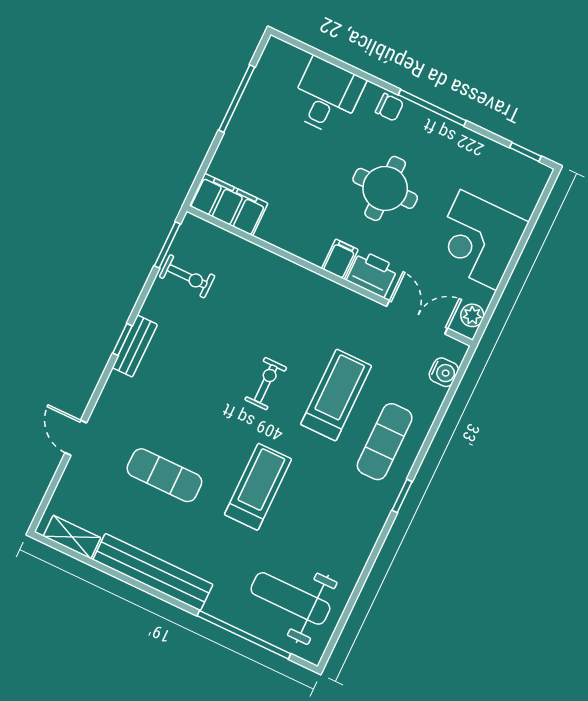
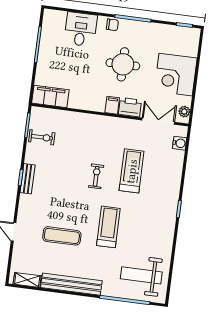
exercise mat: (385, 442) -> (162, 186), removed

